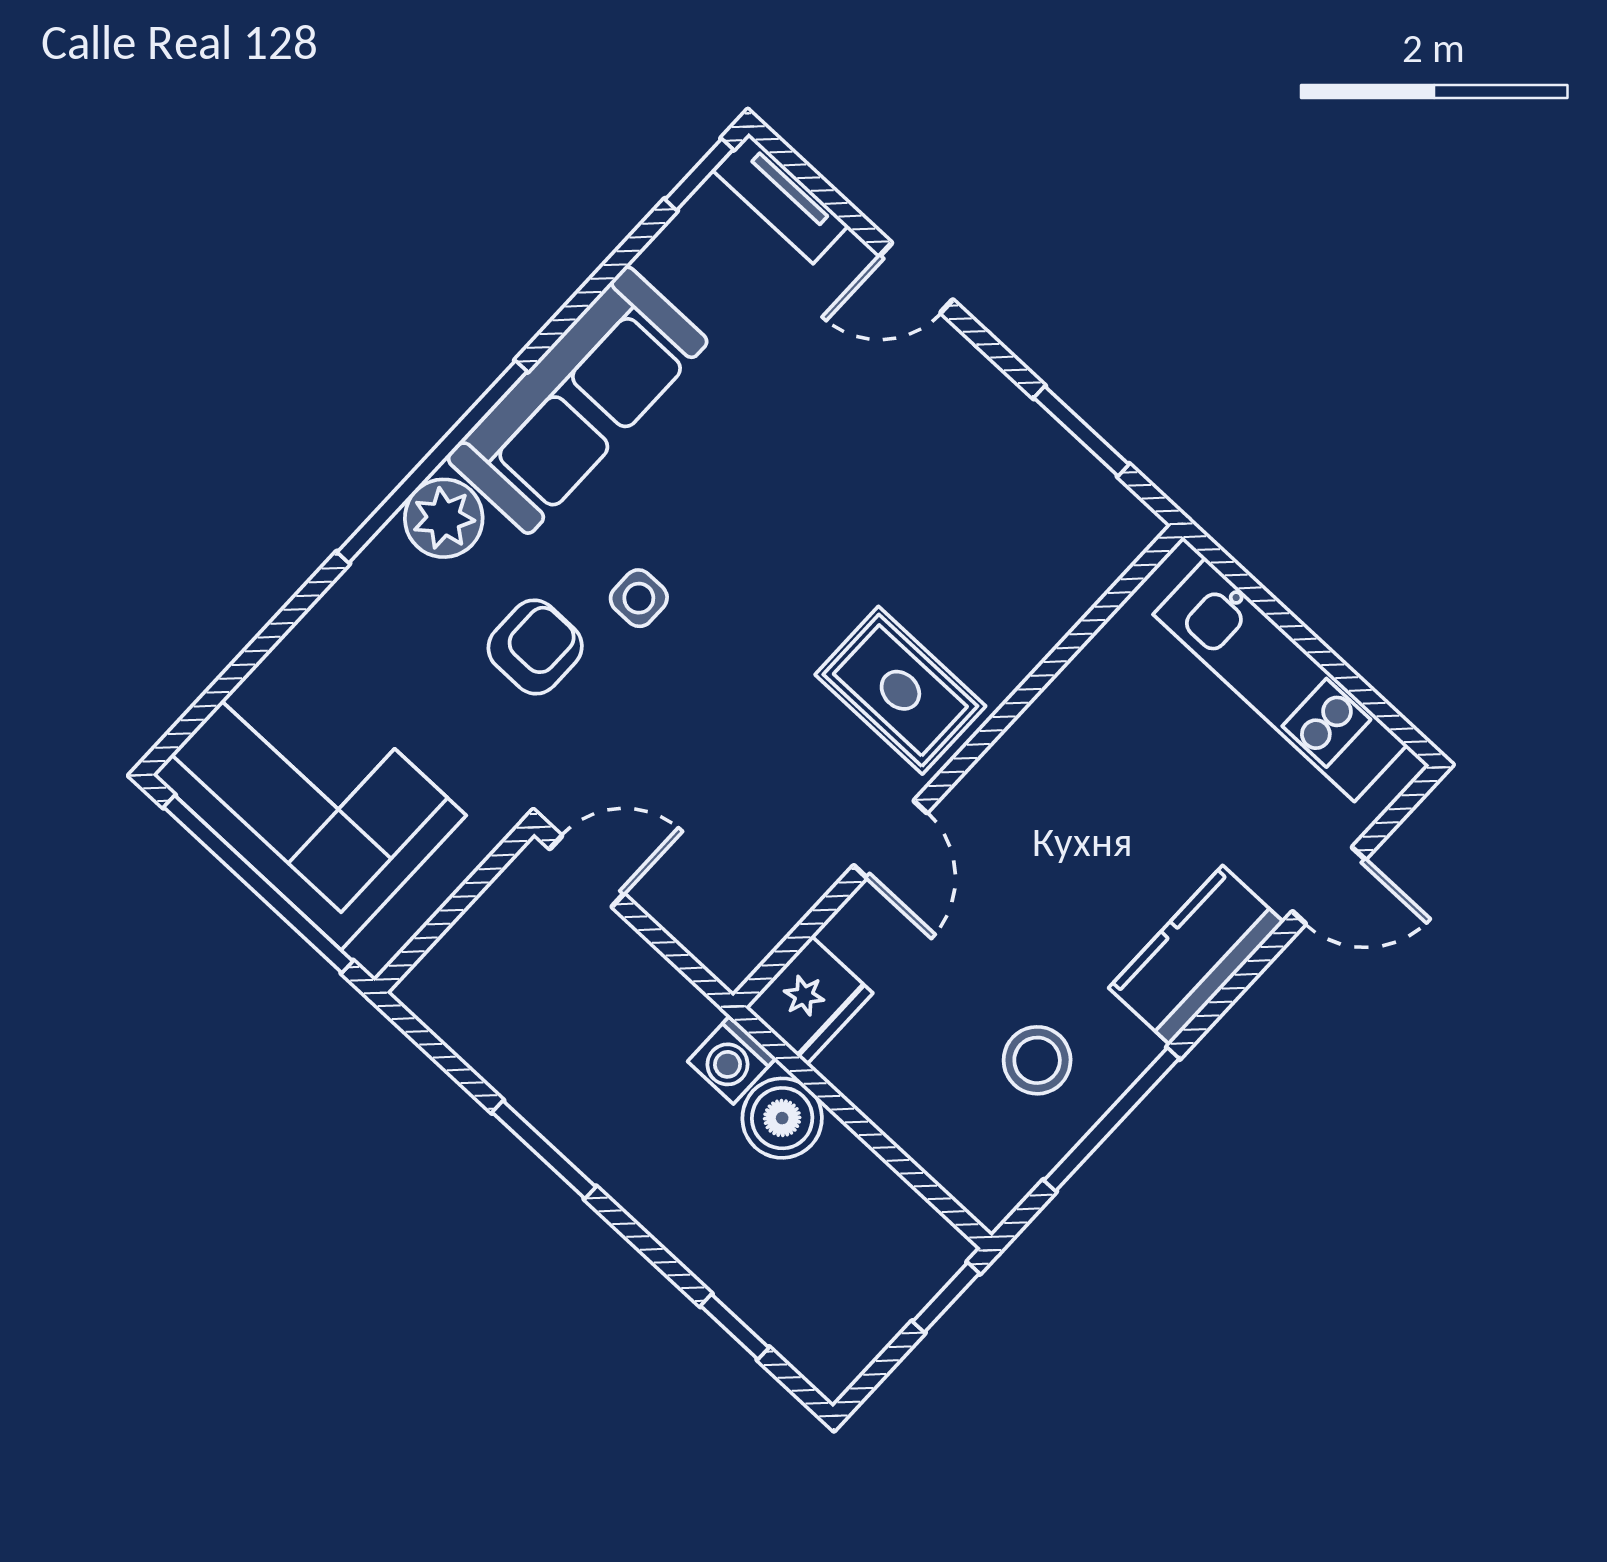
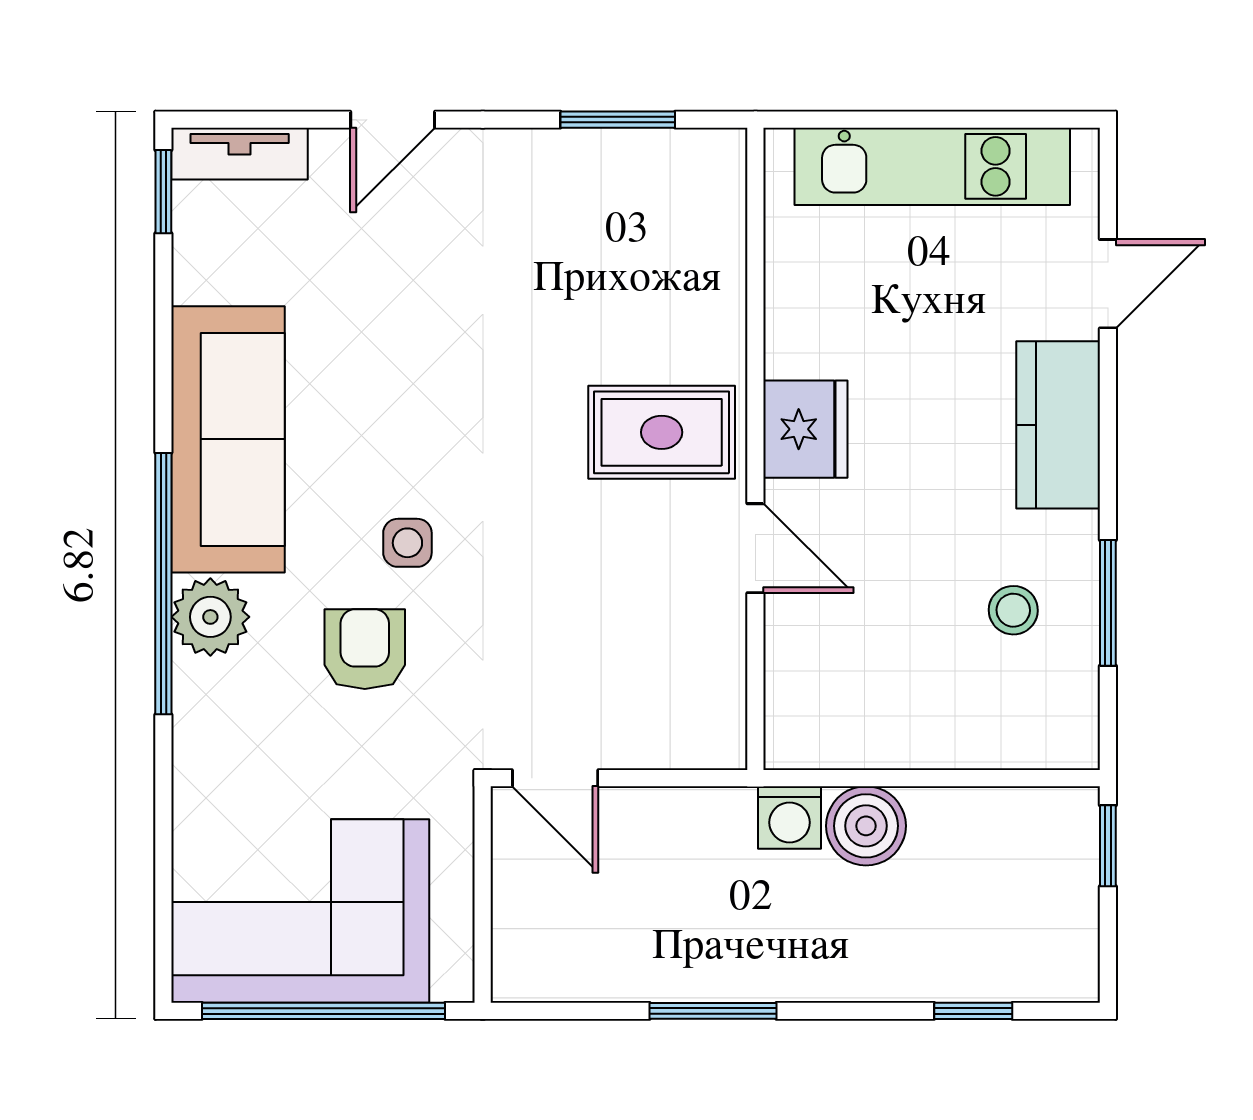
door: (587, 871) -> (555, 778), swing flipped
fridge: (809, 1000) -> (805, 429), moved
stool: (1037, 1060) -> (1013, 610), width x0.73, depth x0.73
window: (1111, 1119) -> (1108, 603), width x0.69

